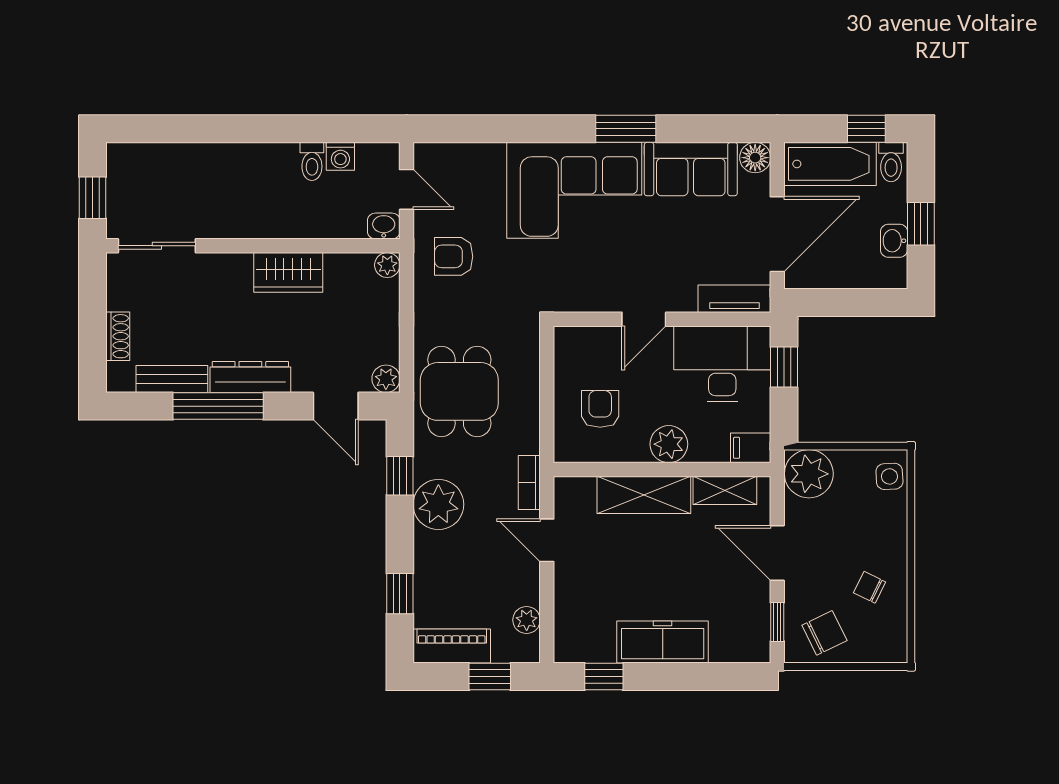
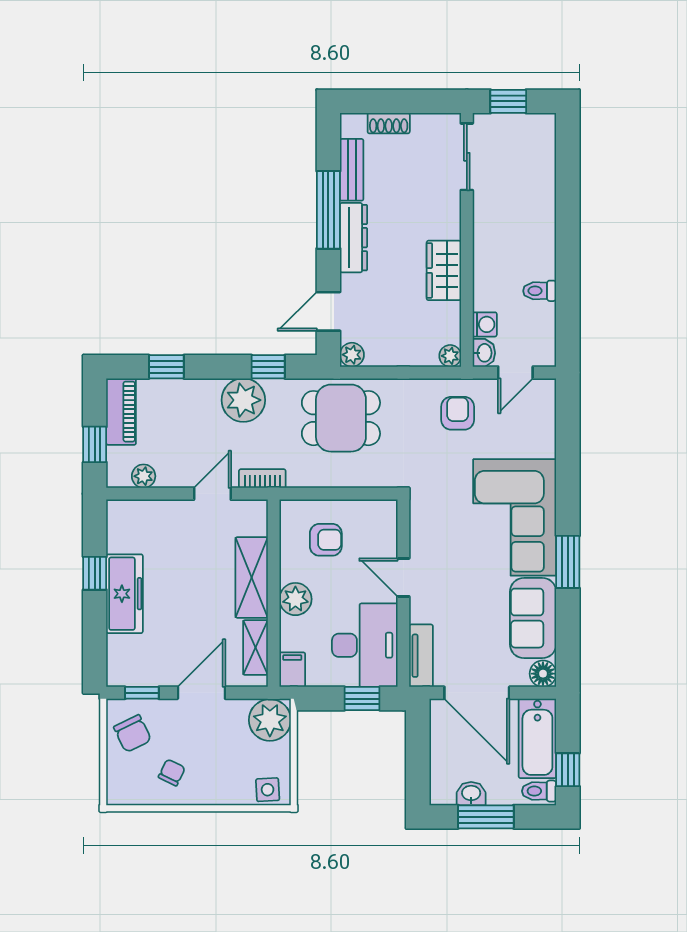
washing machine: (340, 156) -> (485, 324), moved, turned 180
window: (921, 224) -> (486, 817), width x1.50
window: (604, 677) -> (95, 573), moved

